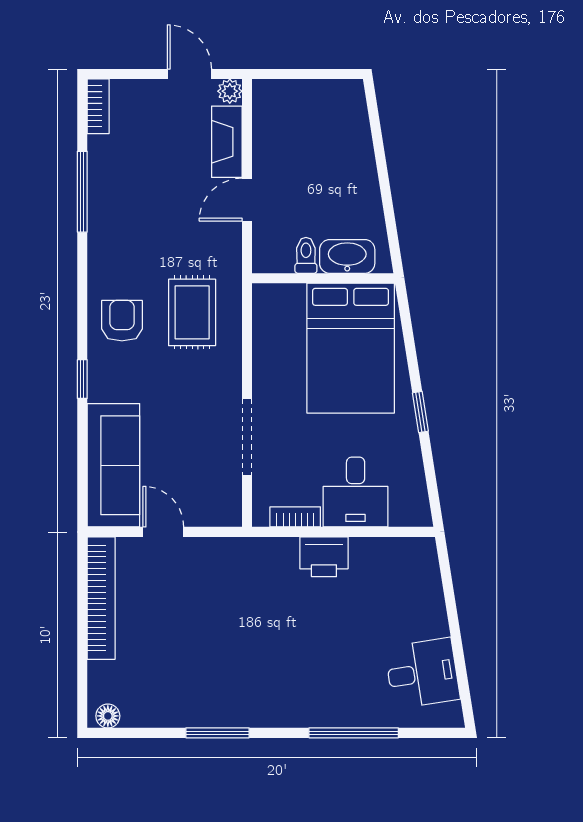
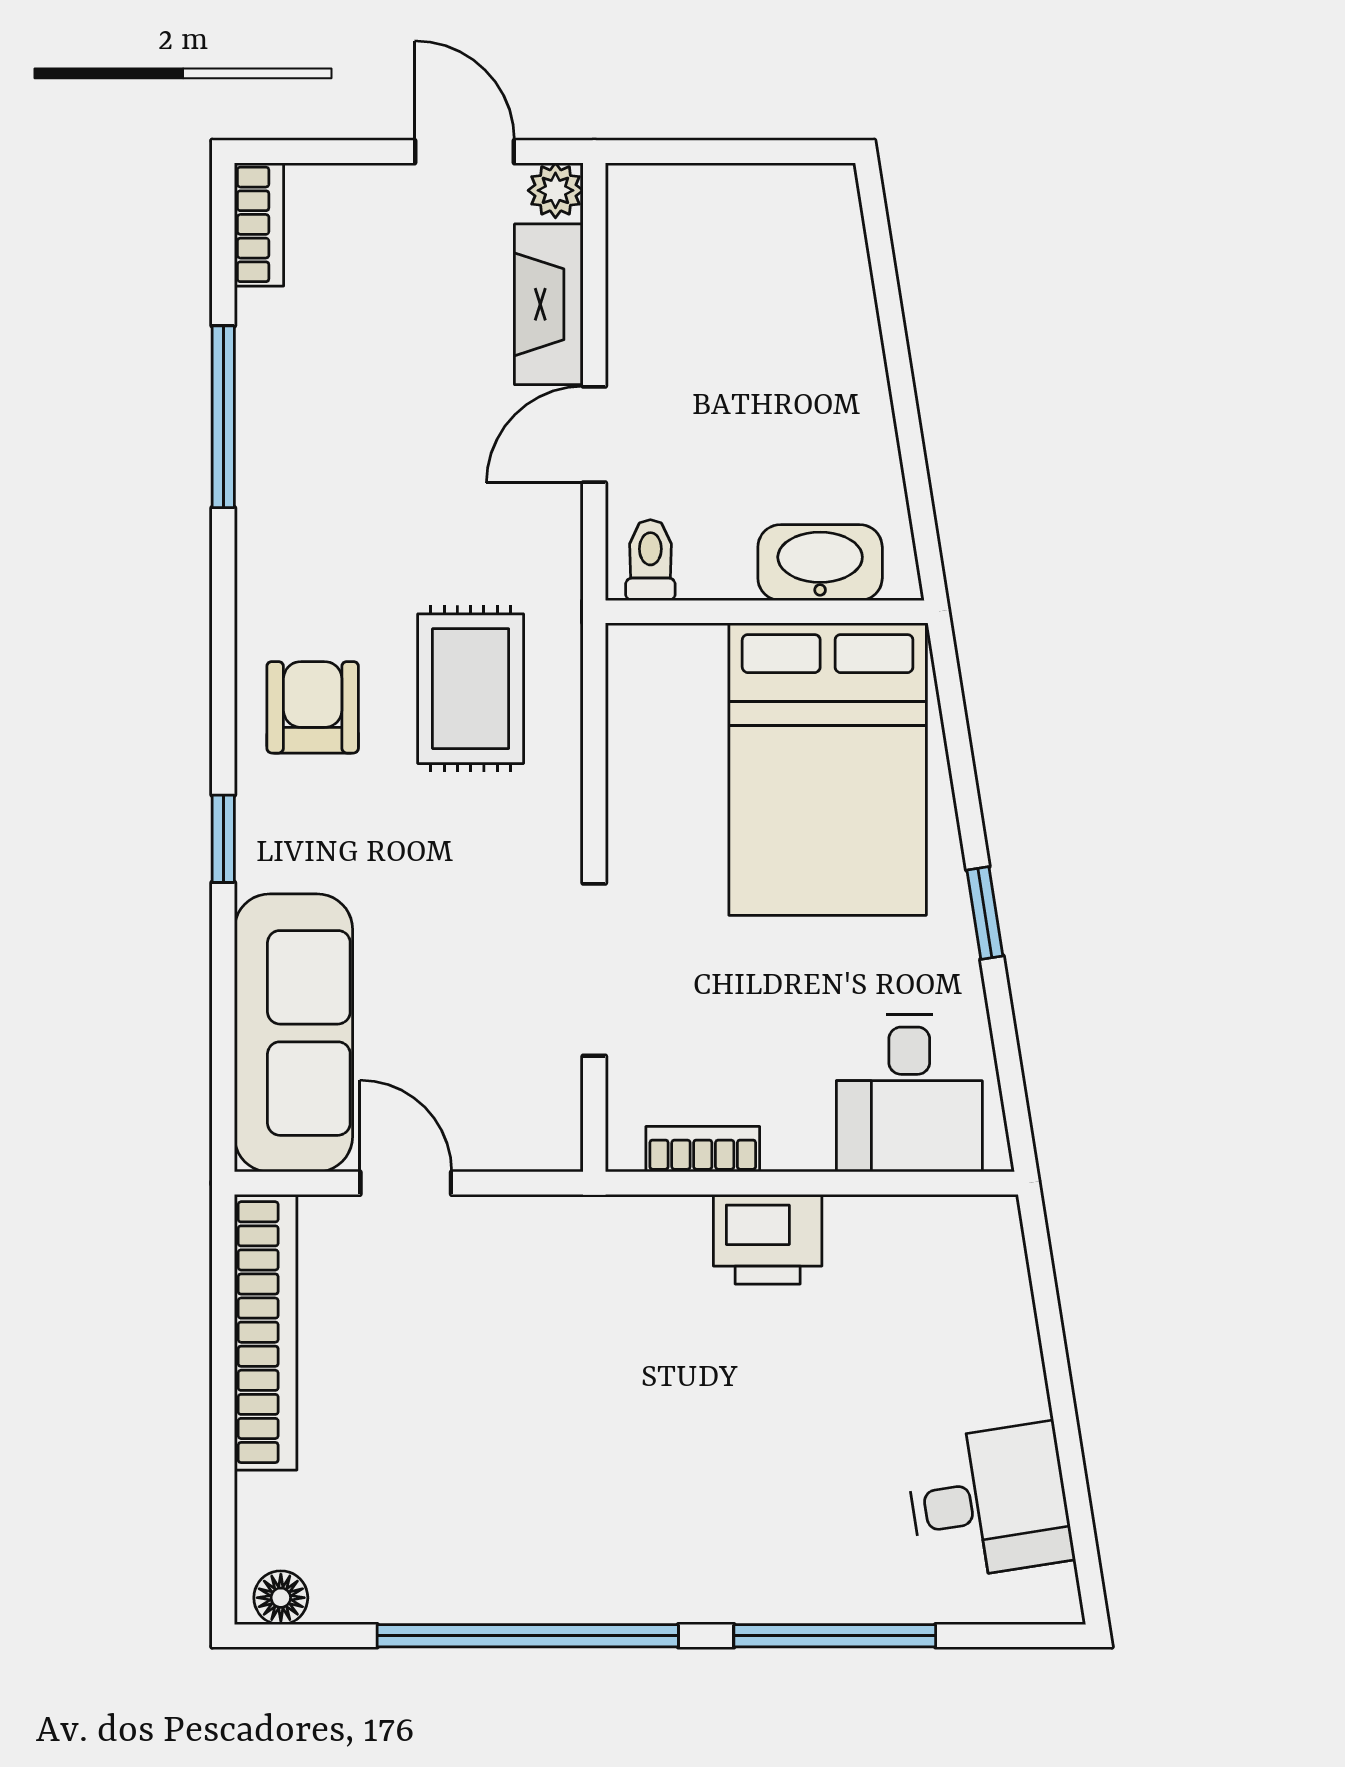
toilet: (306, 255) -> (650, 560), moved
desk: (356, 492) -> (909, 1093), moved
window: (217, 733) -> (528, 1636), width x2.11

